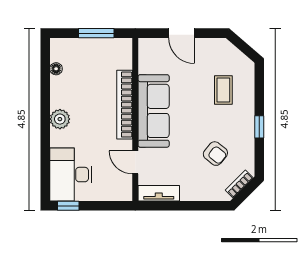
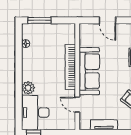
window: (96, 33) -> (39, 20), moved
plant: (60, 119) -> (28, 88), moved
tv unit: (159, 193) -> (104, 125), moved

